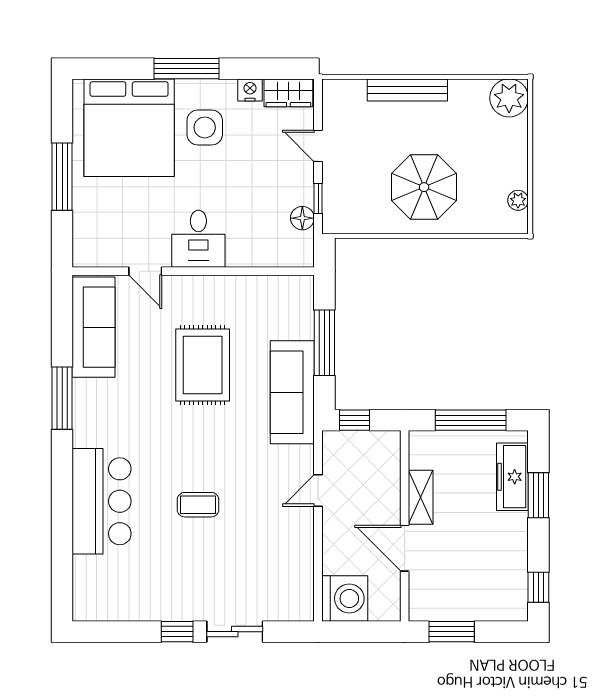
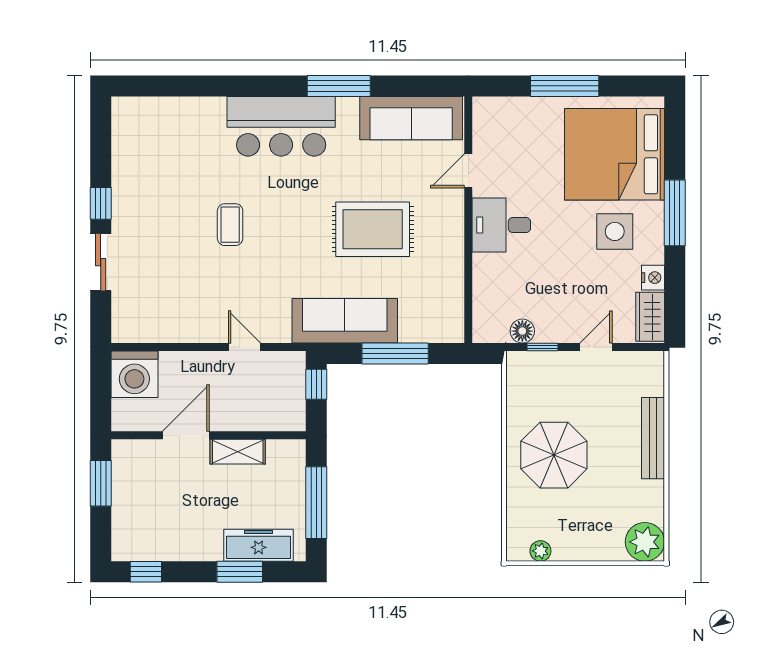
bar counter: (102, 501) -> (281, 126), moved

